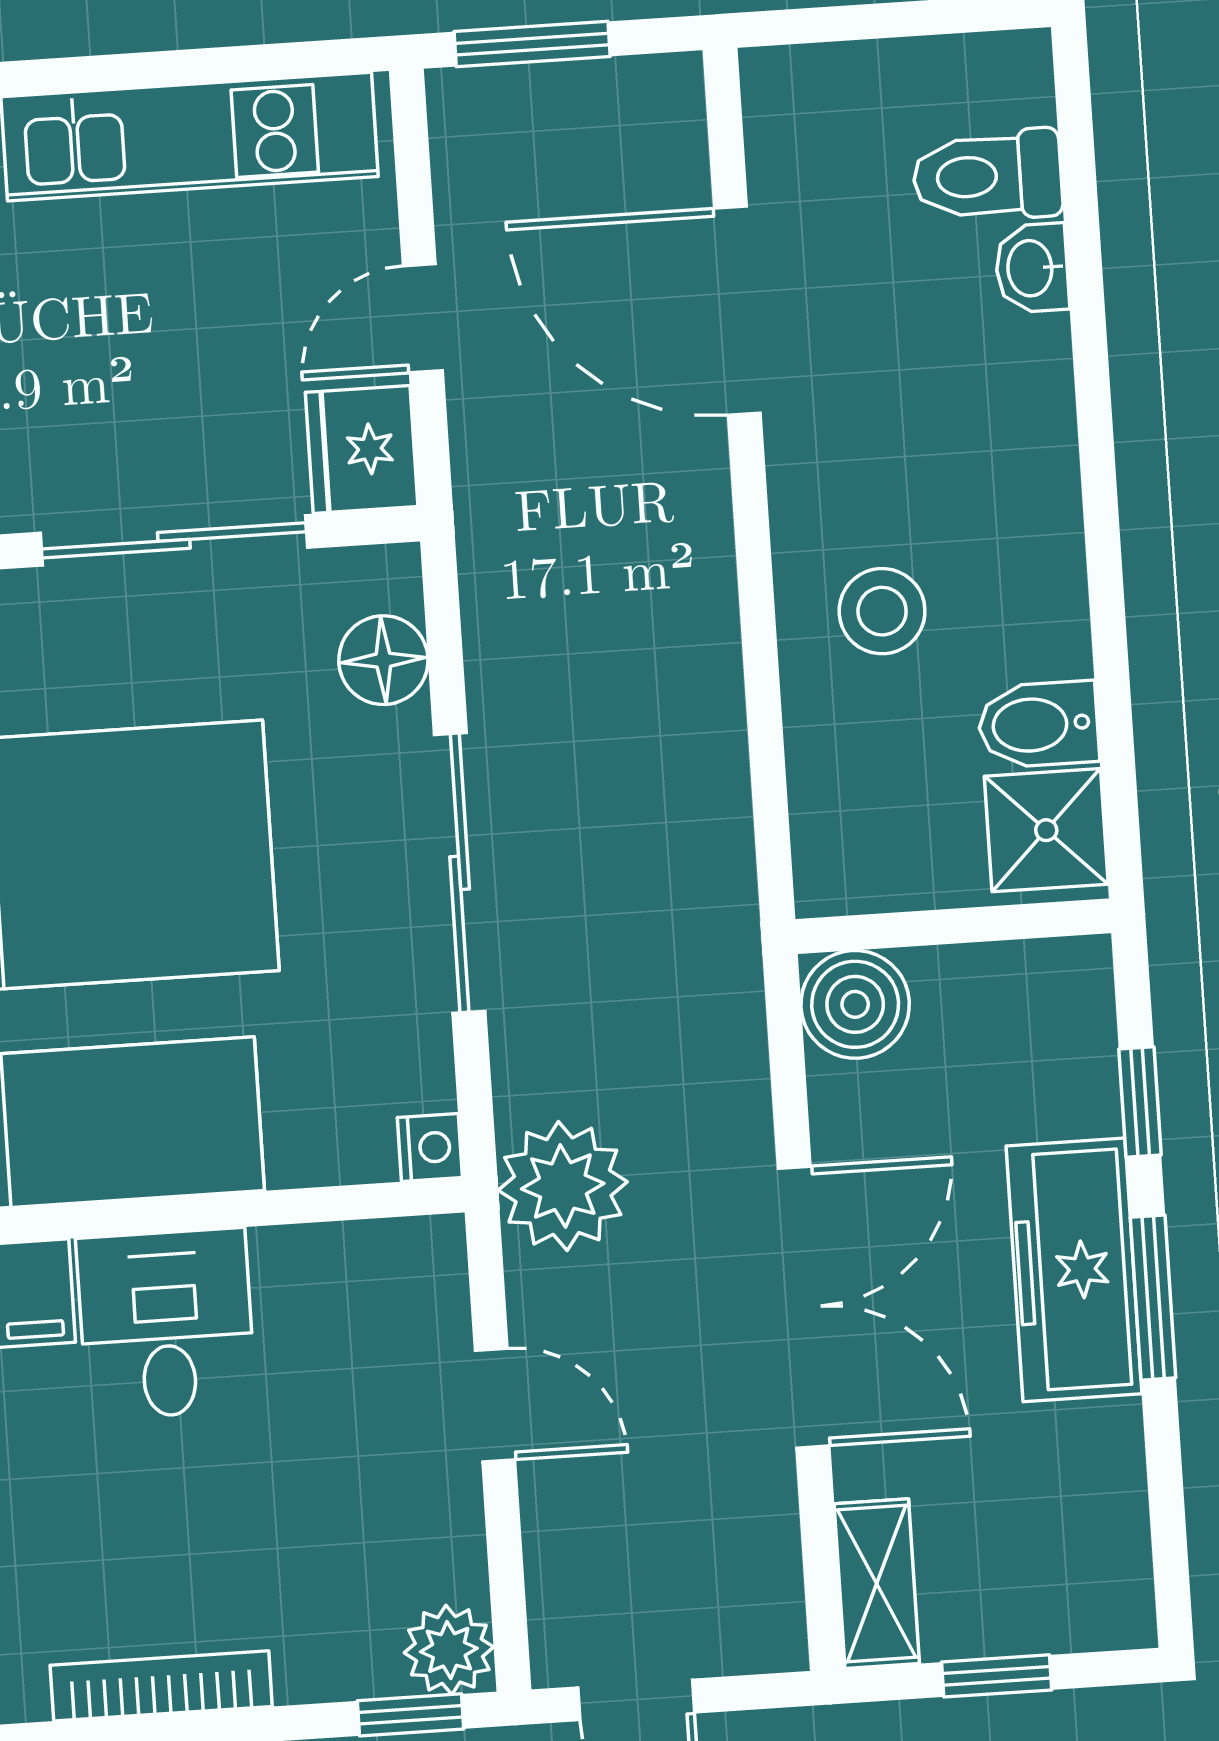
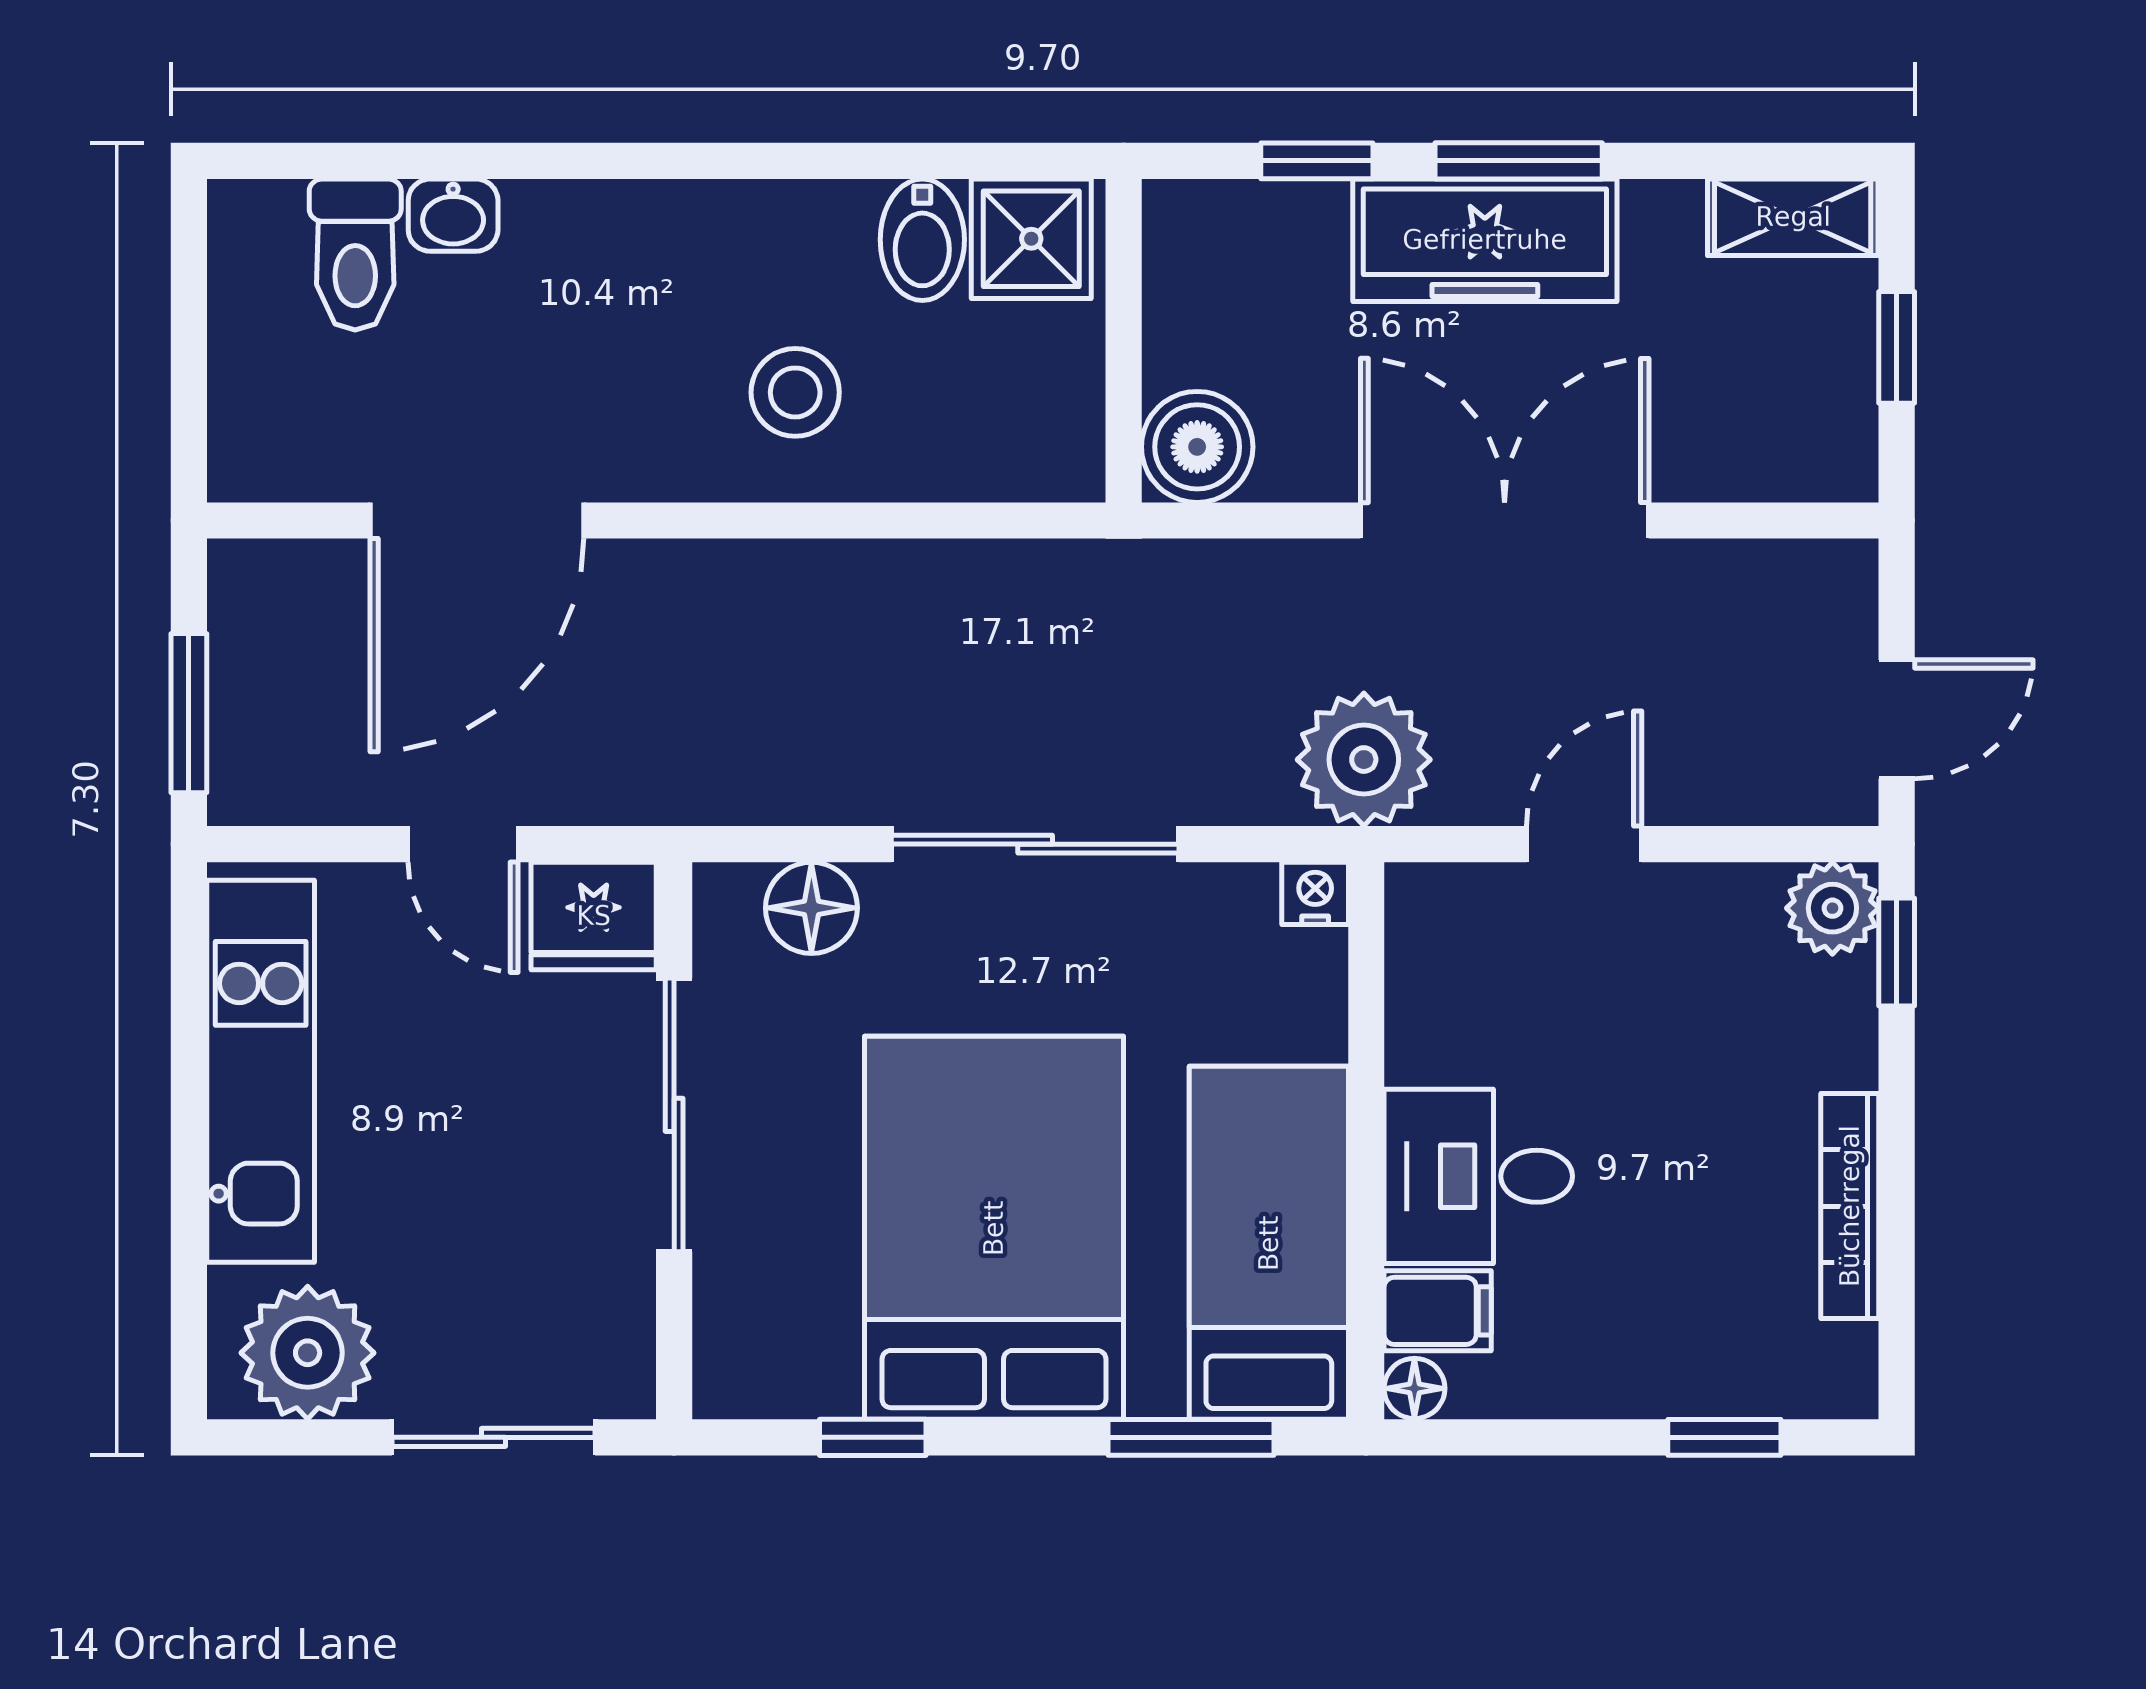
shelving: (877, 1584) -> (1793, 217), moved

